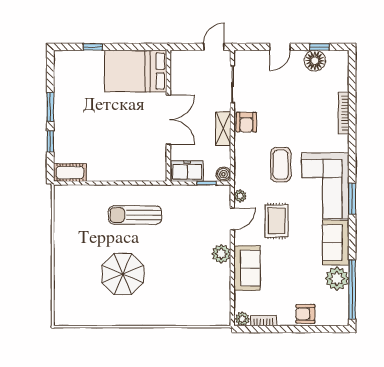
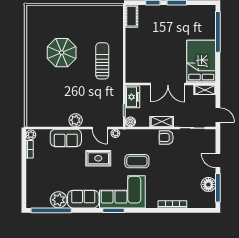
window: (93, 47) -> (218, 32), width x3.17
window: (319, 47) -> (218, 188), width x2.17
shelving: (177, 66) -> (205, 90), added
armchair: (305, 314) -> (34, 178), removed

